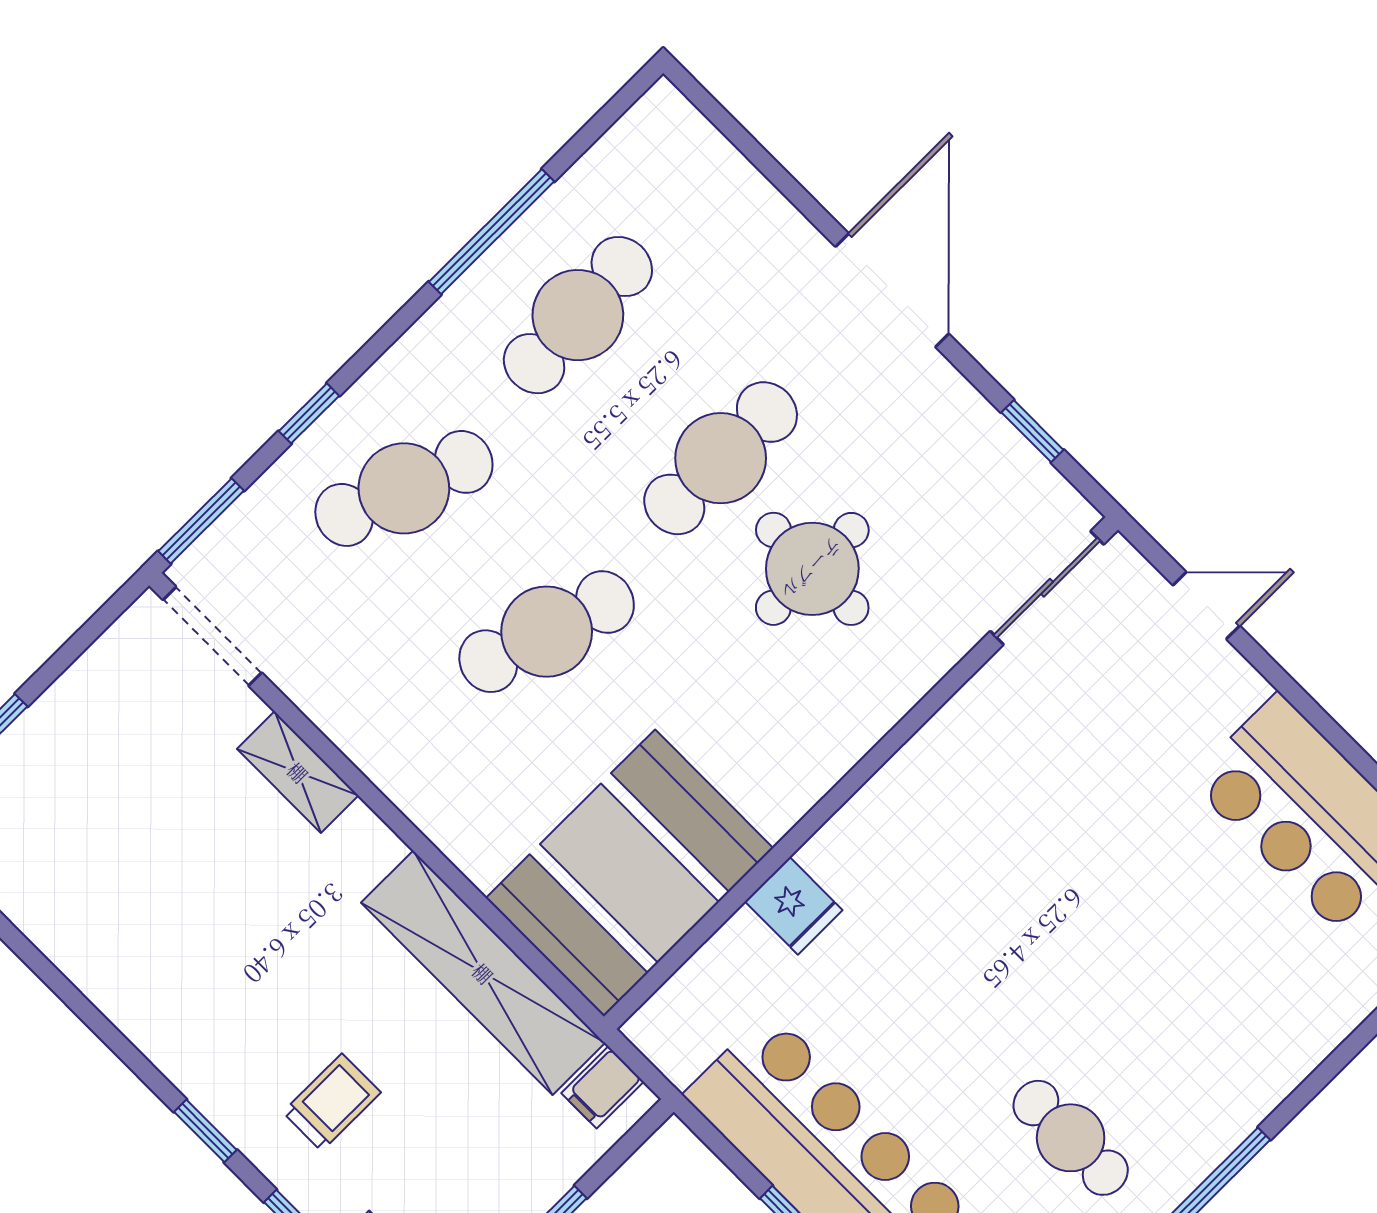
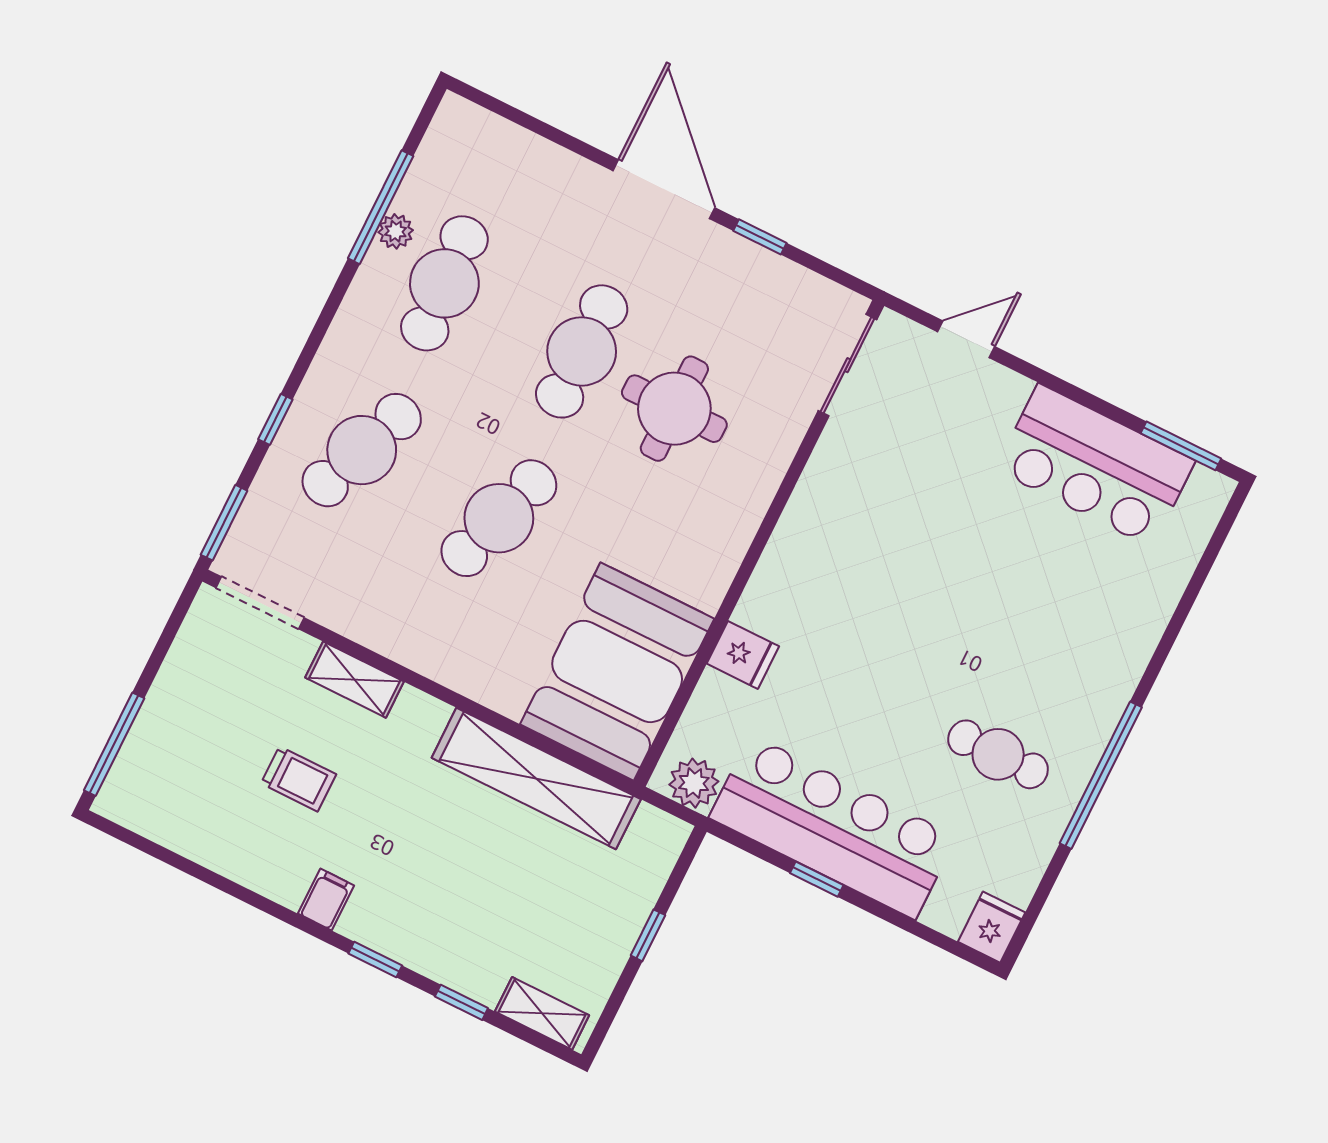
plant: (539, 229) -> (396, 231), added
window: (491, 232) -> (381, 207), moved
window: (1032, 431) -> (760, 237), moved
plant: (678, 1045) -> (694, 783), added
filing cabinet: (603, 1087) -> (326, 900), moved, turned 180
trolley: (332, 1102) -> (299, 779), moved, turned 90

